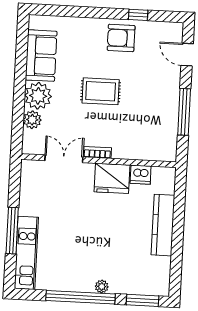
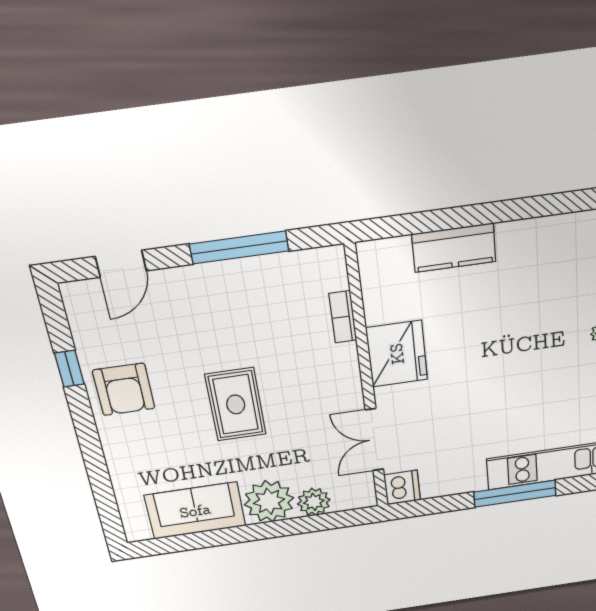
bookcase: (97, 152) -> (343, 317), moved
dishwasher: (141, 175) -> (402, 488), moved
kitchen counter: (163, 225) -> (454, 248), width x0.67

